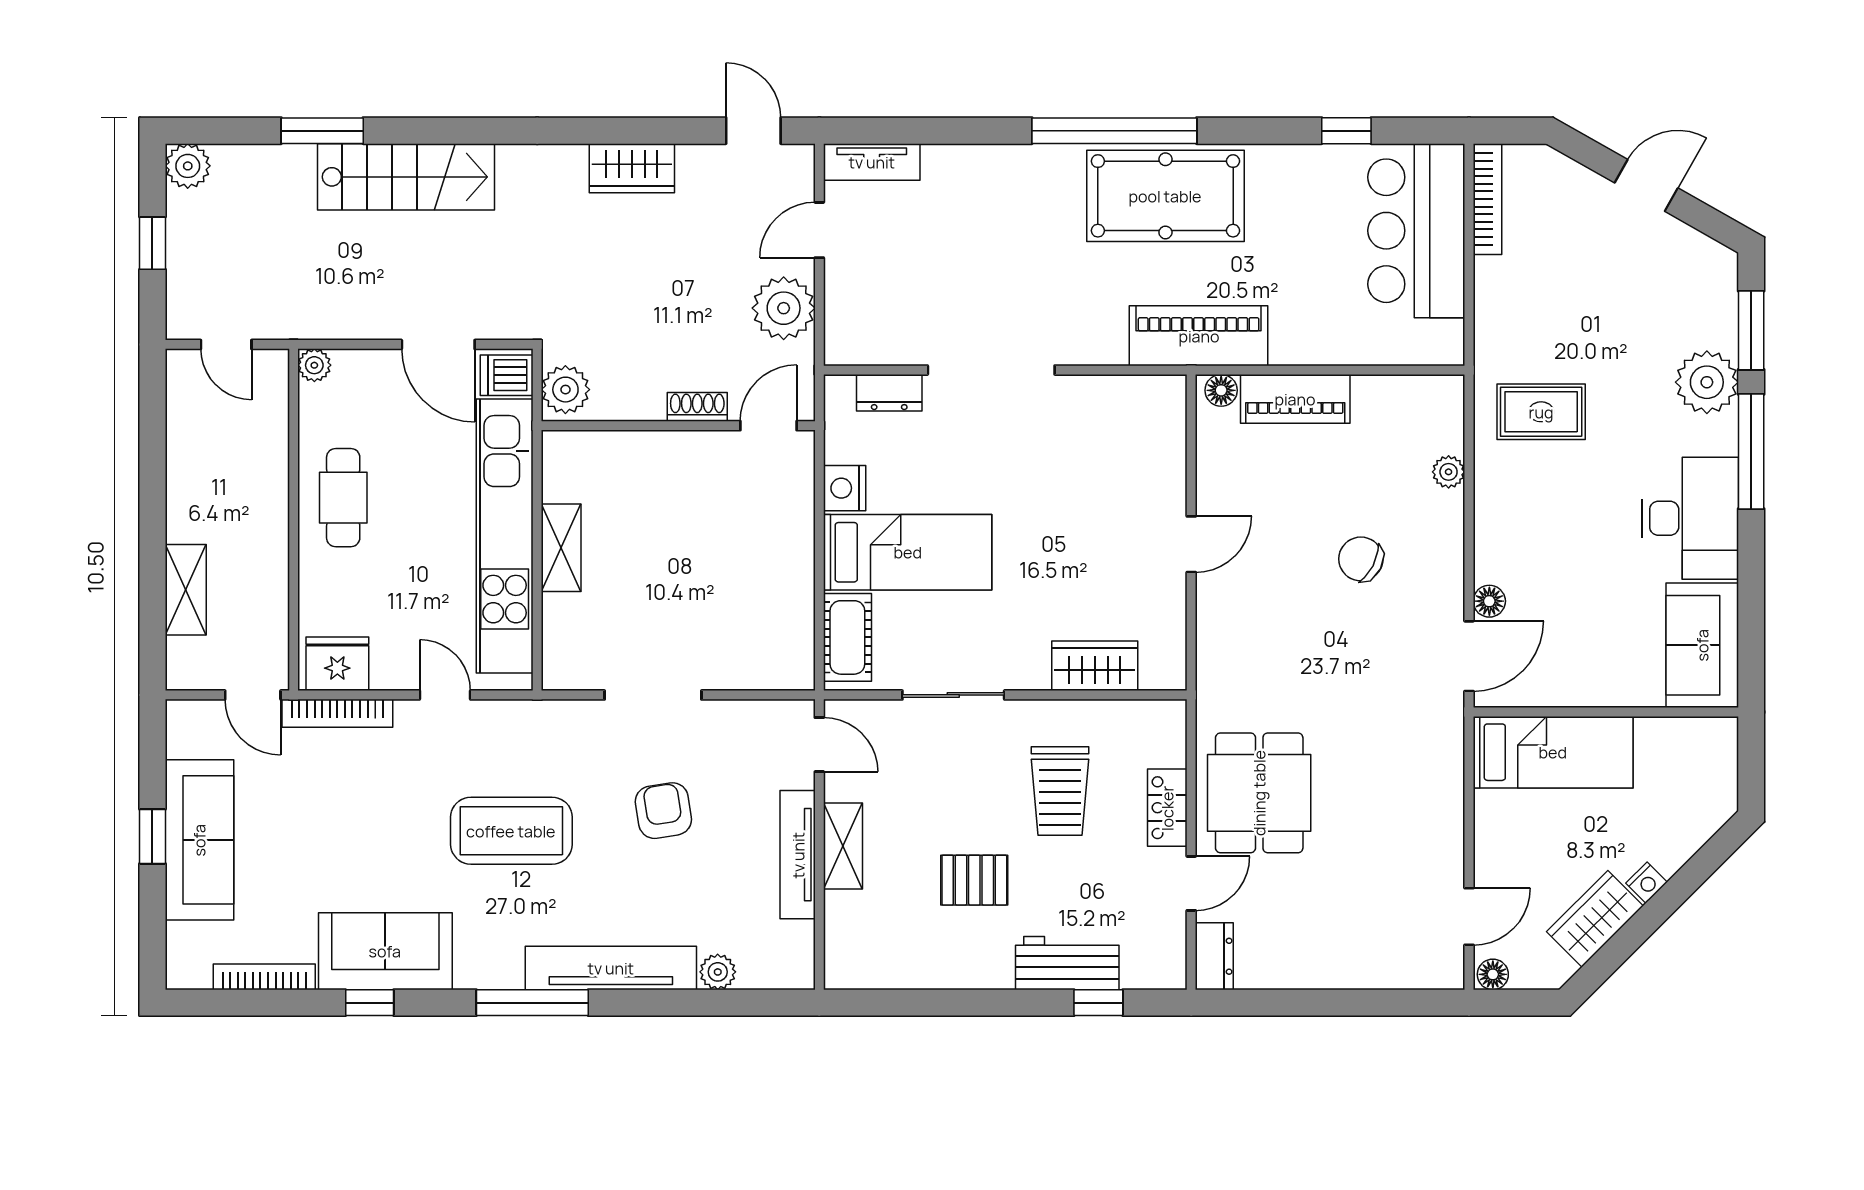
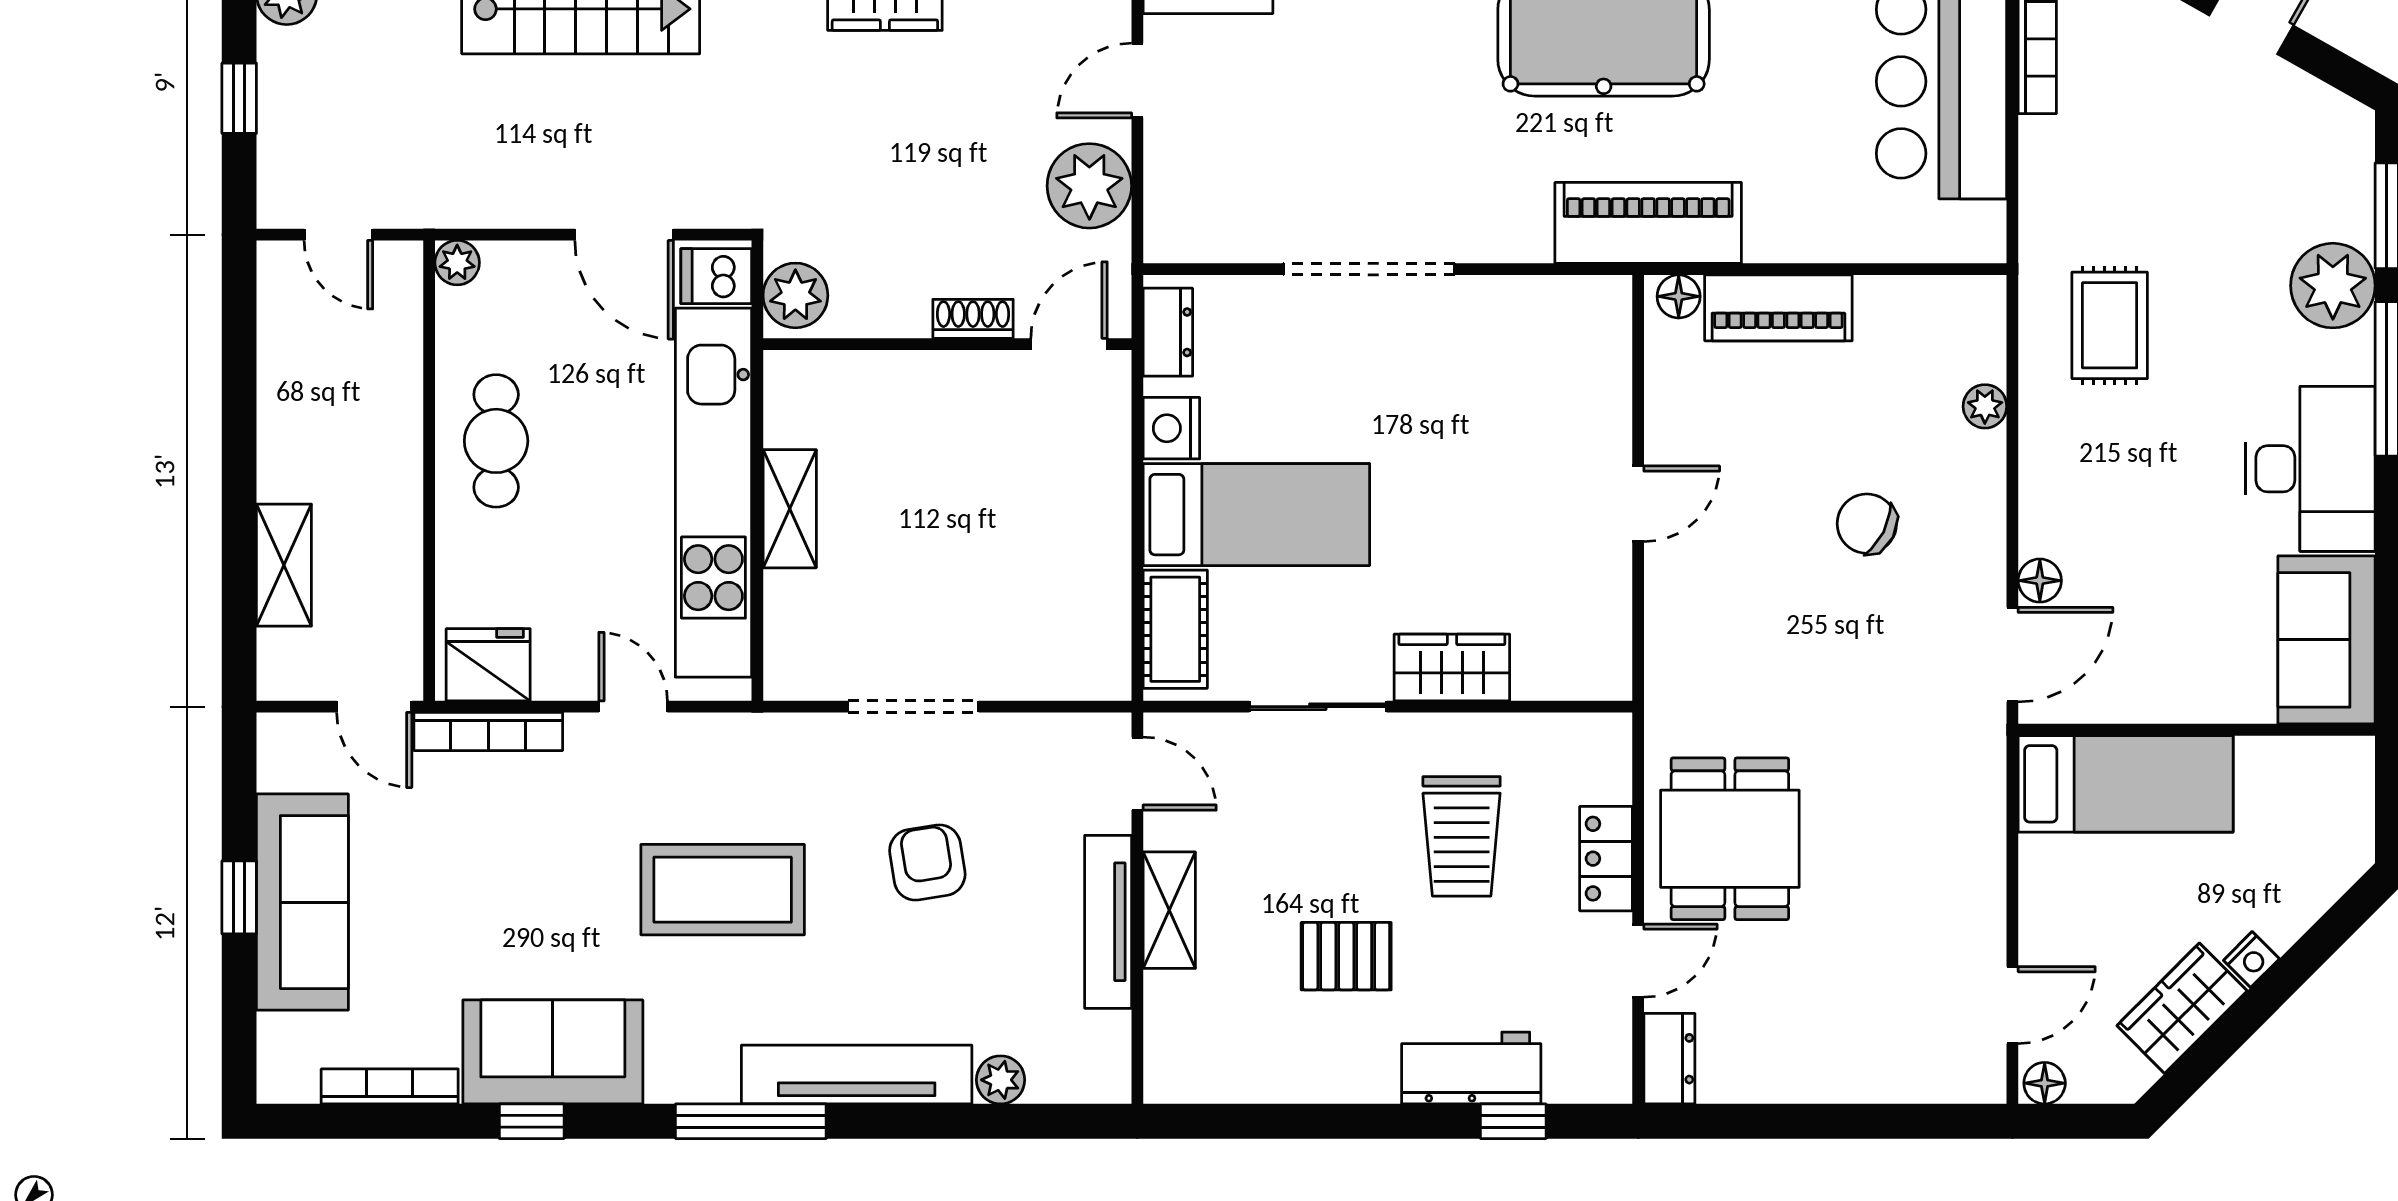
dresser: (889, 393) -> (1168, 332), moved, turned -90
rug: (1541, 412) -> (2110, 325), turned 90
wardrobe: (1095, 666) -> (1452, 667), moved

